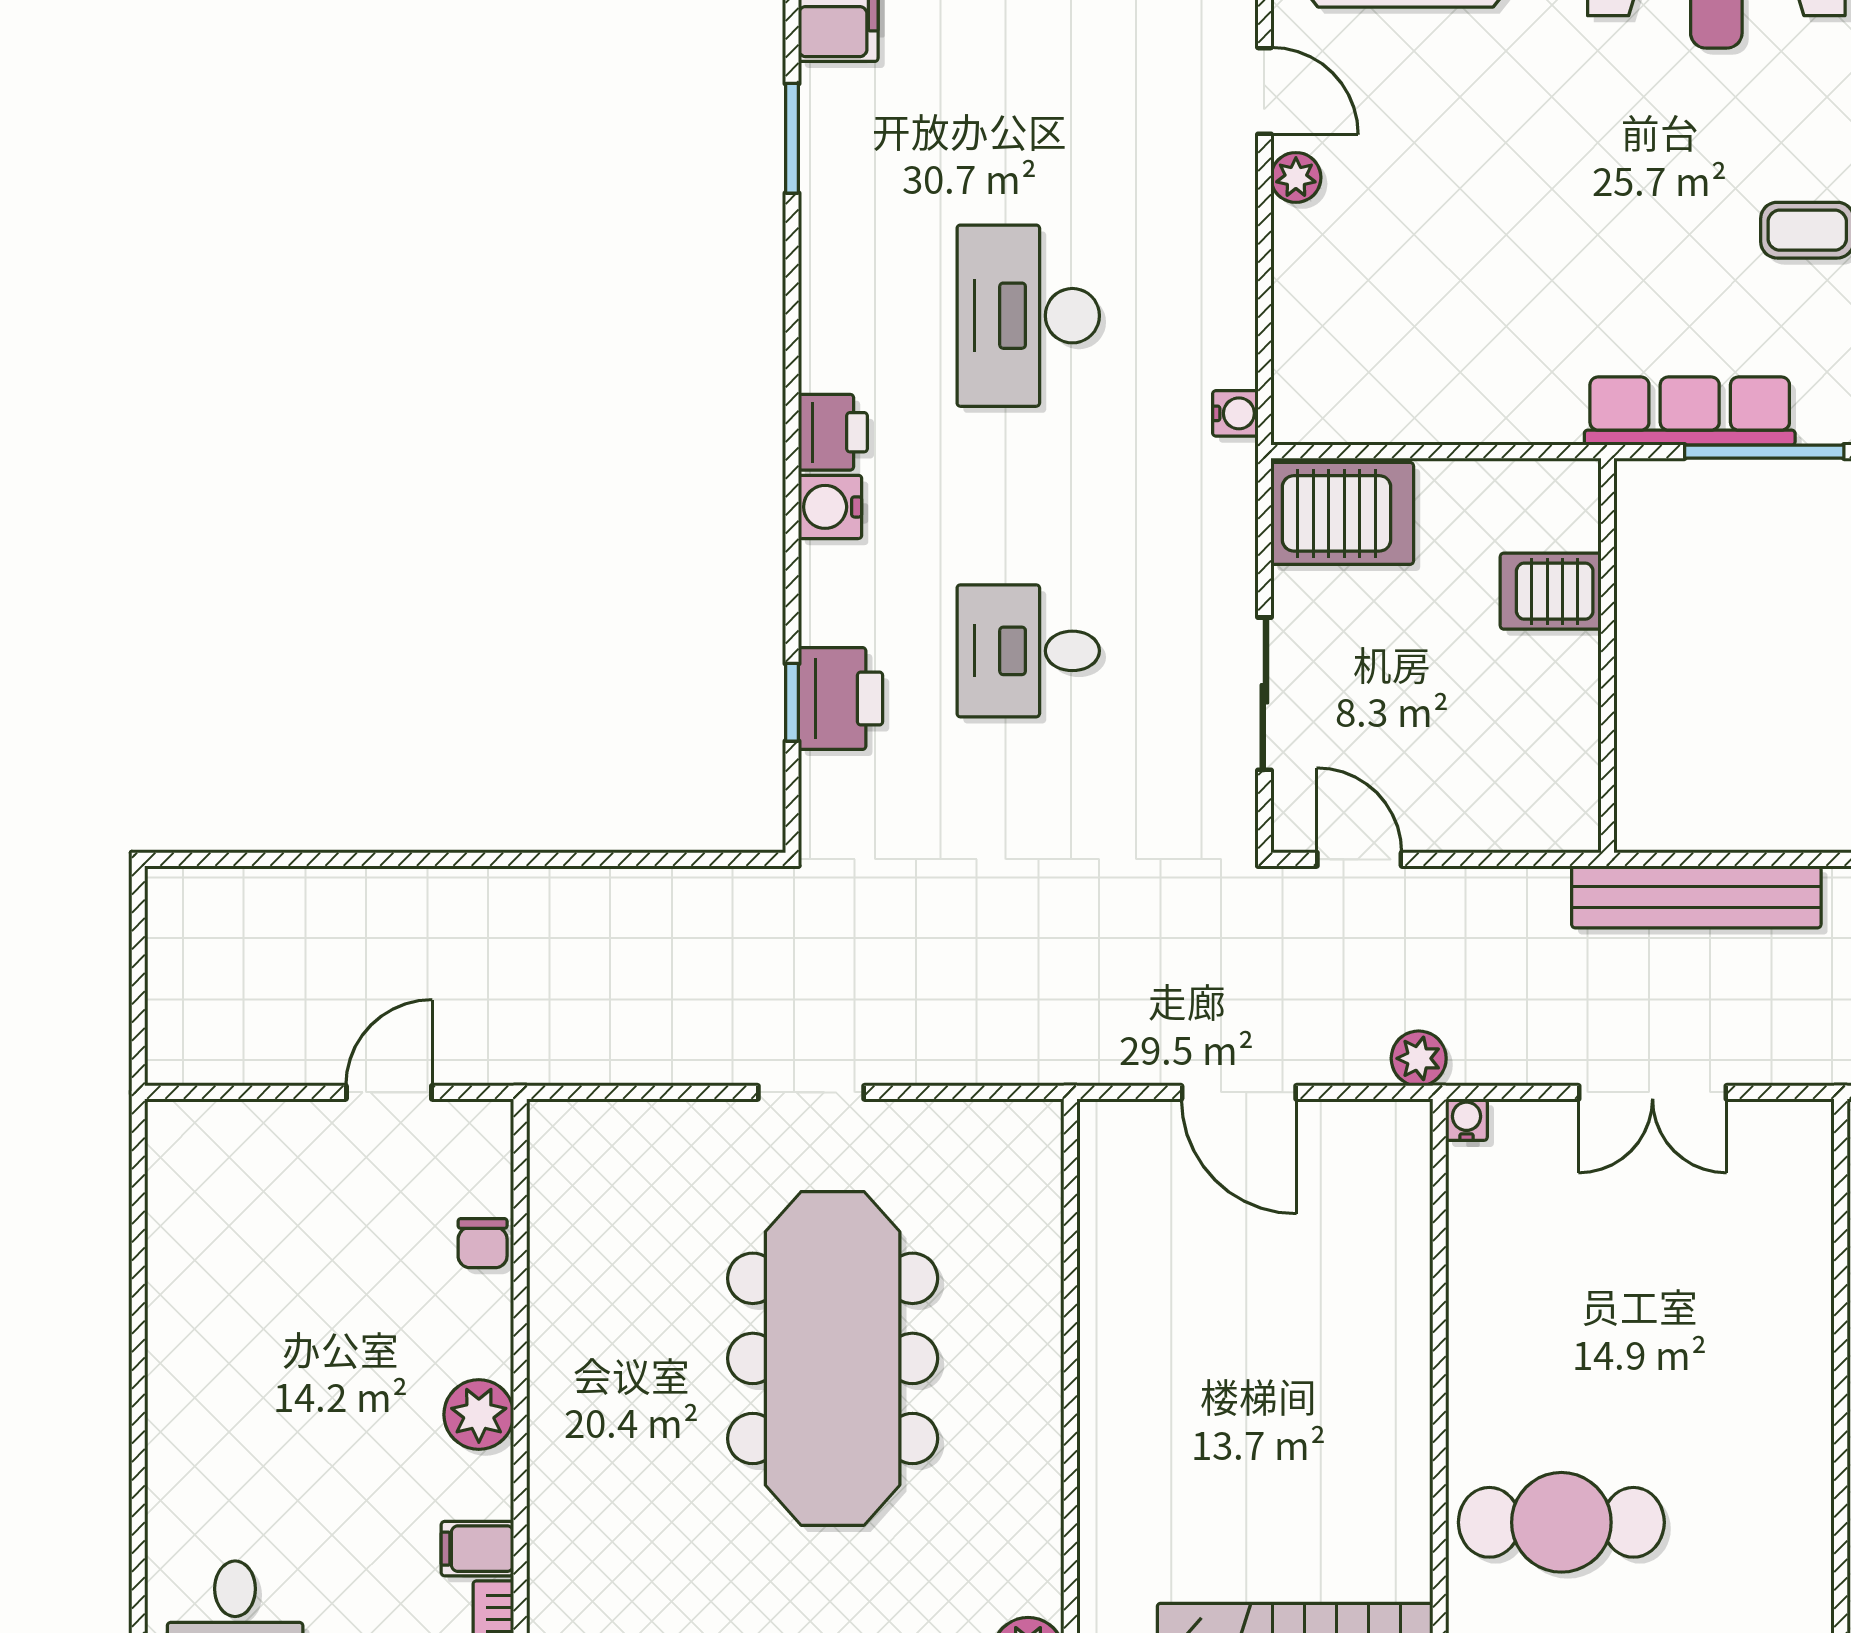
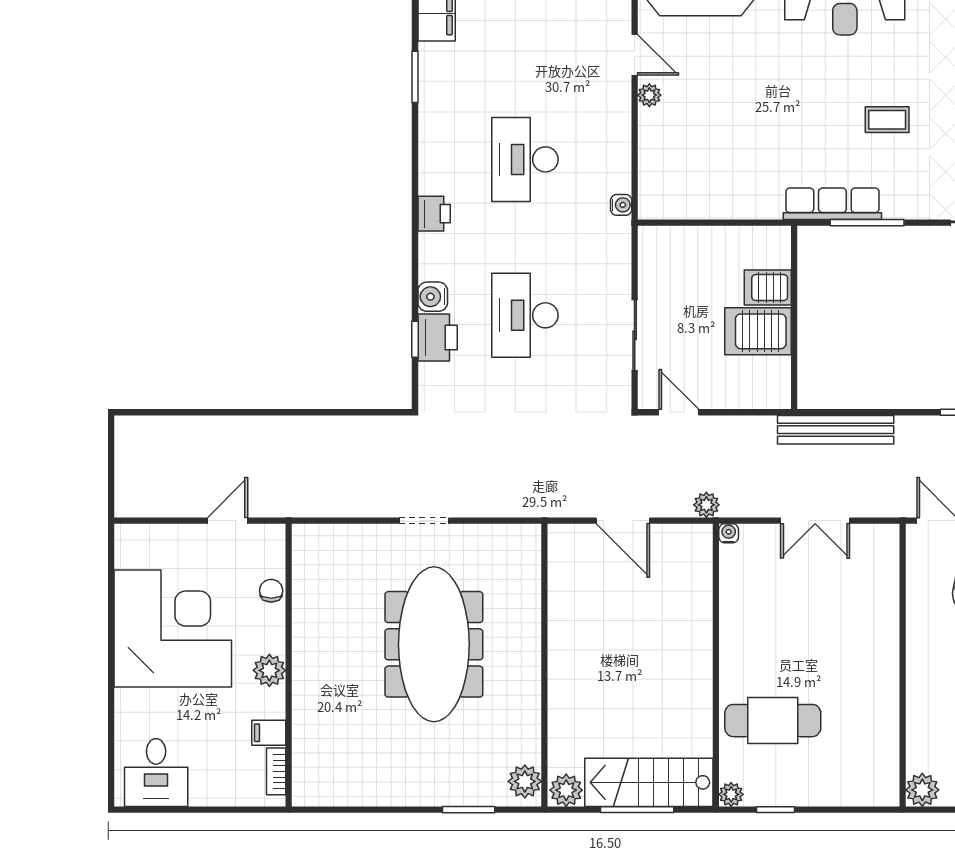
water cooler: (830, 507) -> (433, 297), moved
server rack: (1342, 513) -> (758, 331), moved, turned 180
desk: (1028, 651) -> (525, 315), width x1.37
chair: (483, 1243) -> (271, 591), turned 180
corner desk: (271, 1324) -> (173, 628), added

